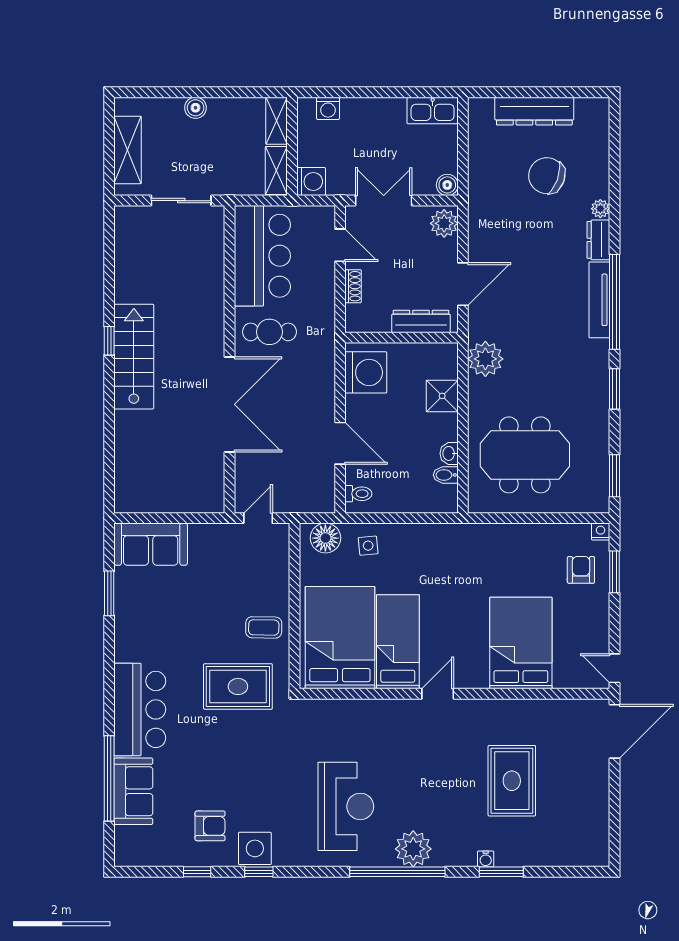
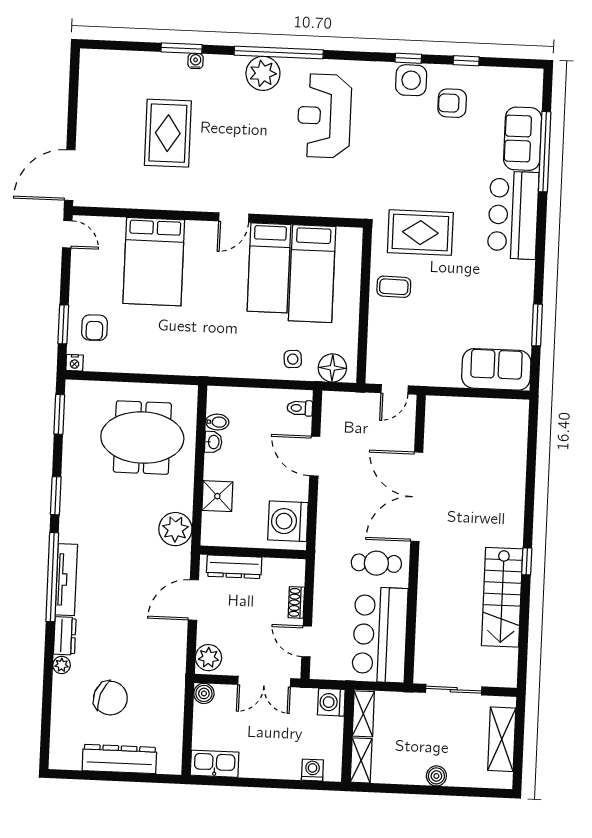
stairs: (134, 357) -> (502, 597), moved
bed: (340, 638) -> (312, 274), width x0.67

